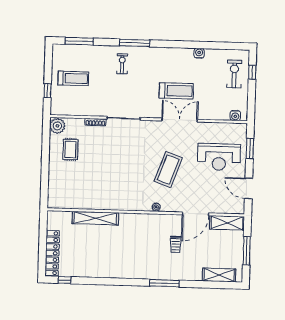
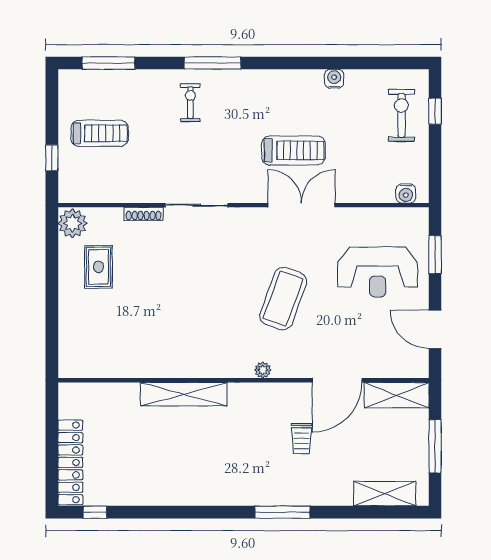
shelving: (95, 218) -> (184, 394), moved

